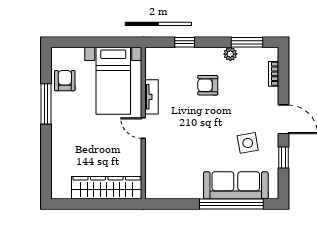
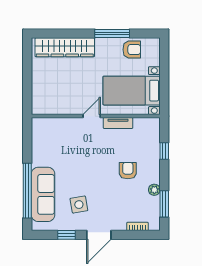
wardrobe: (107, 188) -> (65, 47), moved, turned 90

